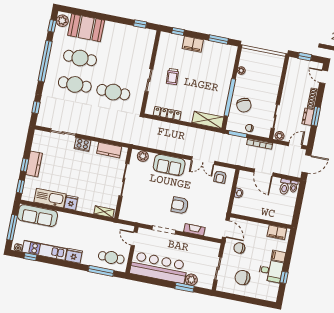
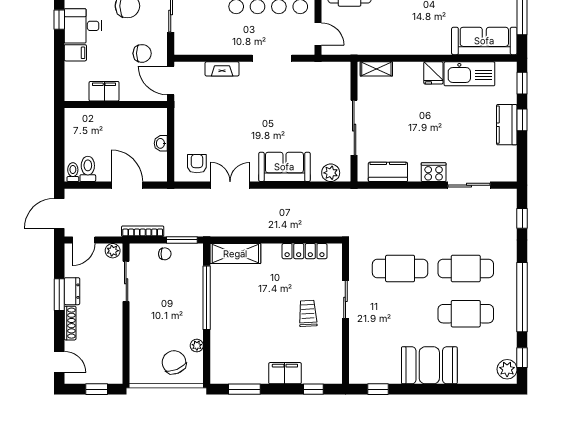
booth: (86, 28) -> (429, 365), moved
chair: (244, 105) -> (174, 362), moved
armchair: (180, 205) -> (254, 104), removed
filing cabinet: (277, 232) -> (104, 91), moved

